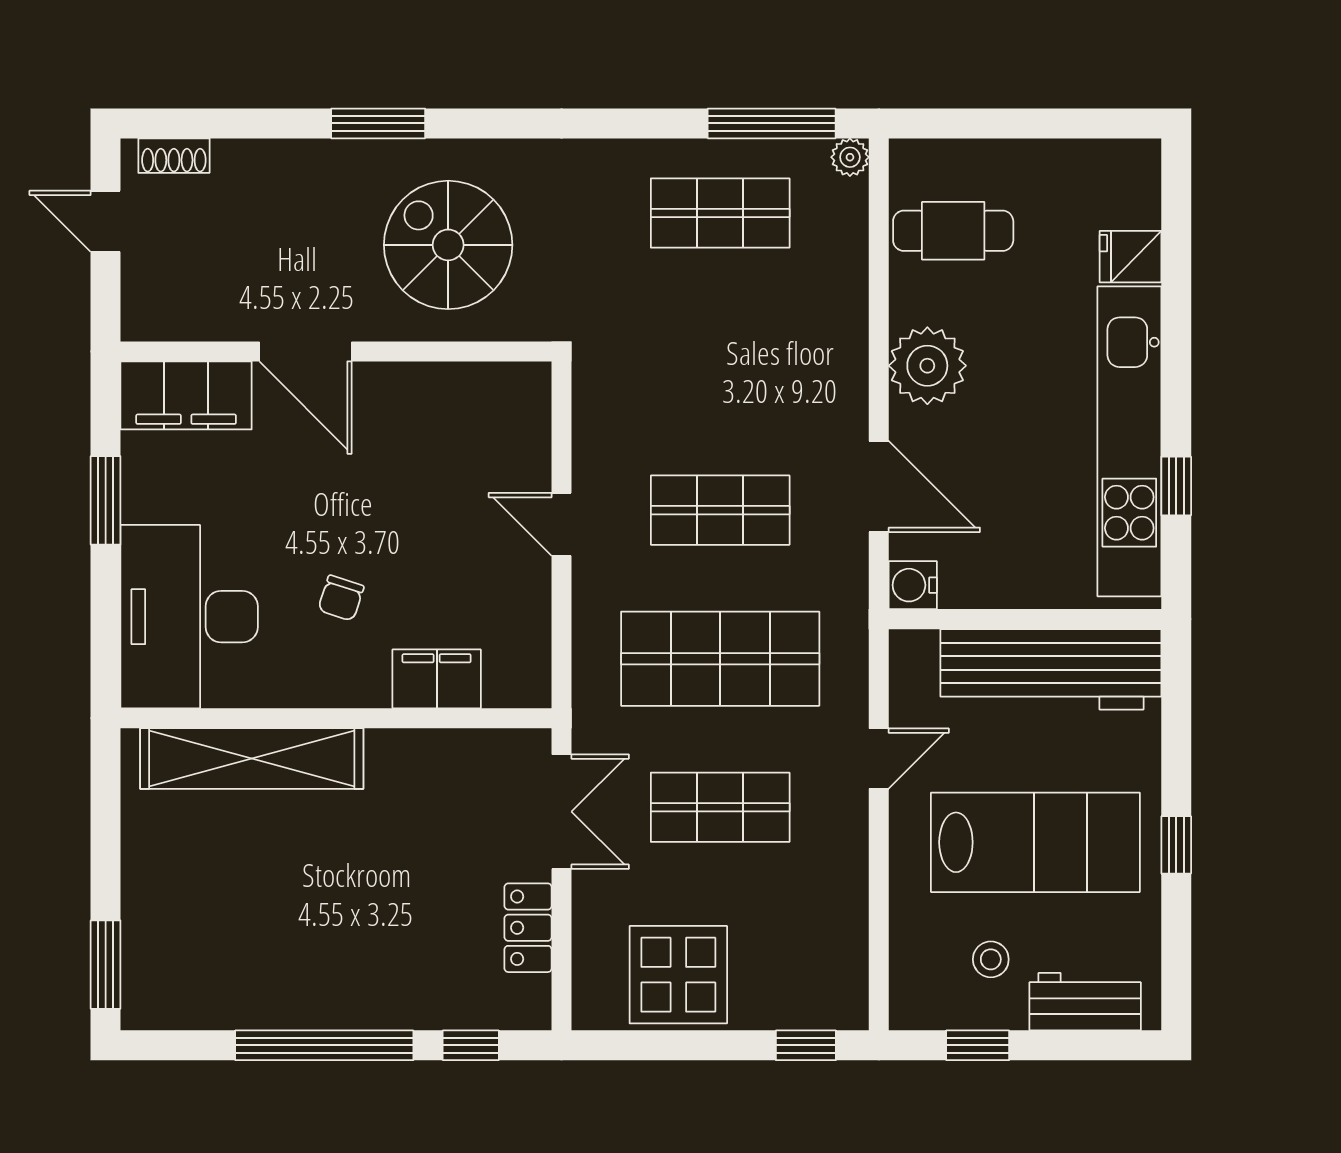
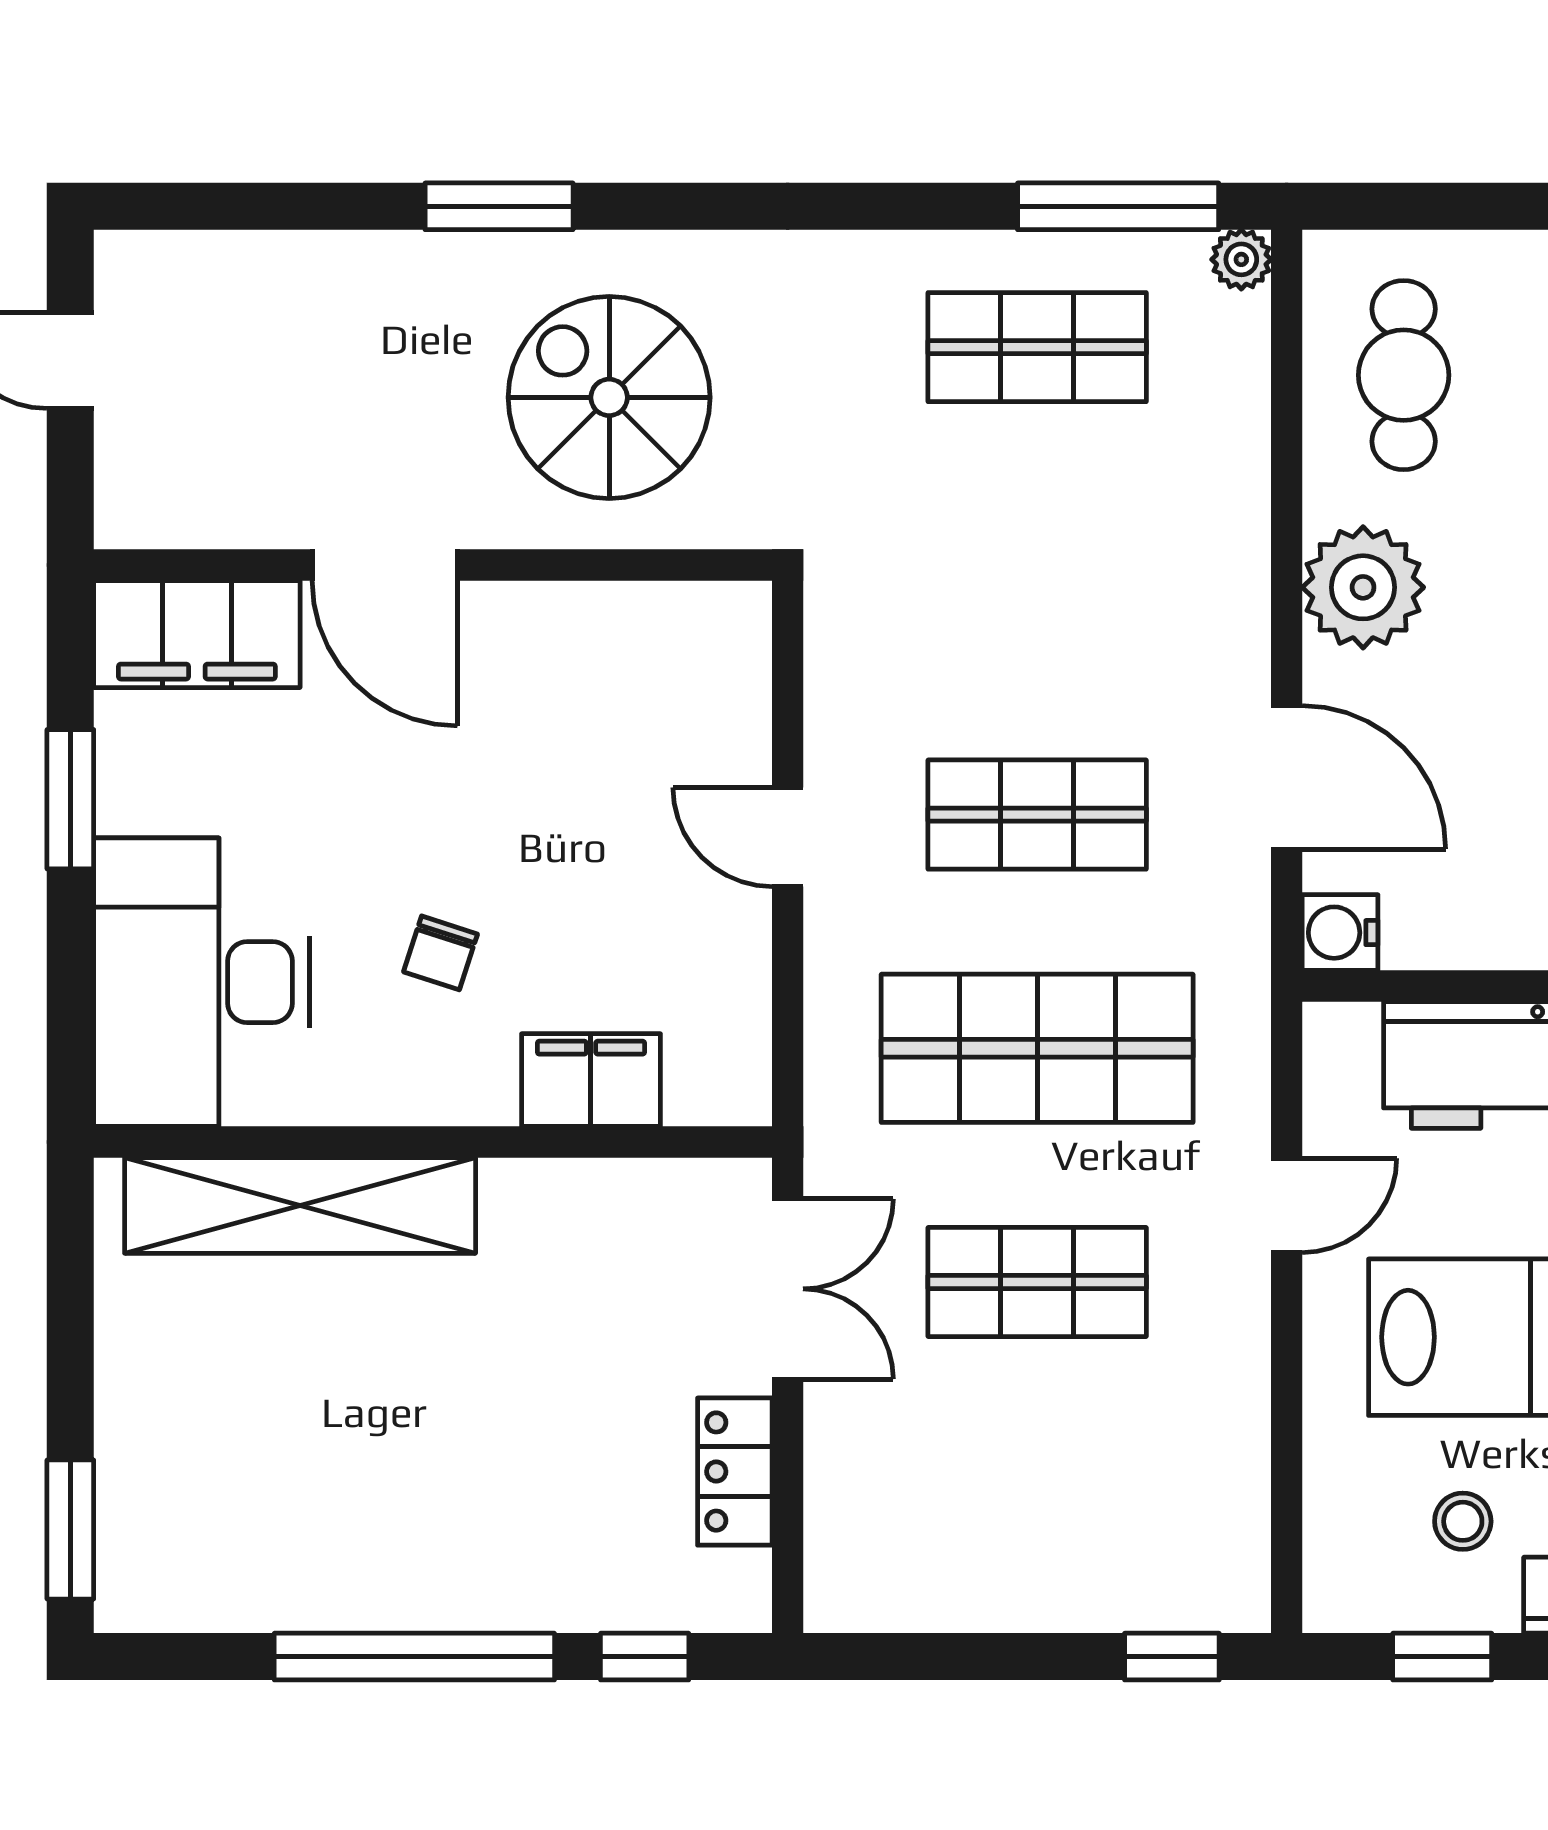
shoe rack: (174, 156) -> (178, 257), removed
cafe table: (953, 231) -> (1404, 375), turned 90
display table: (678, 975) -> (971, 1545), removed

